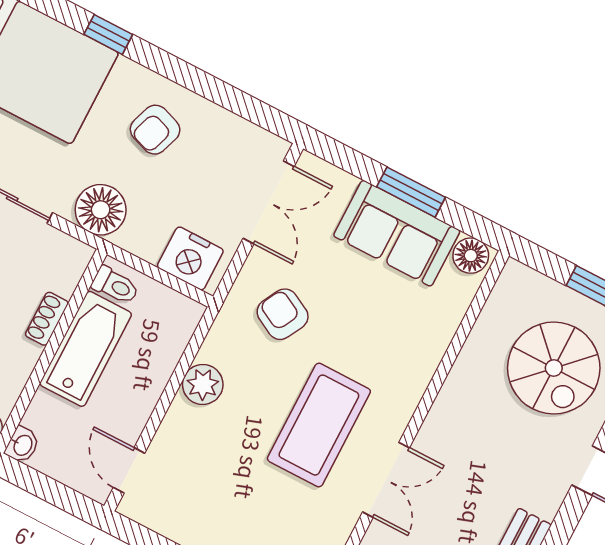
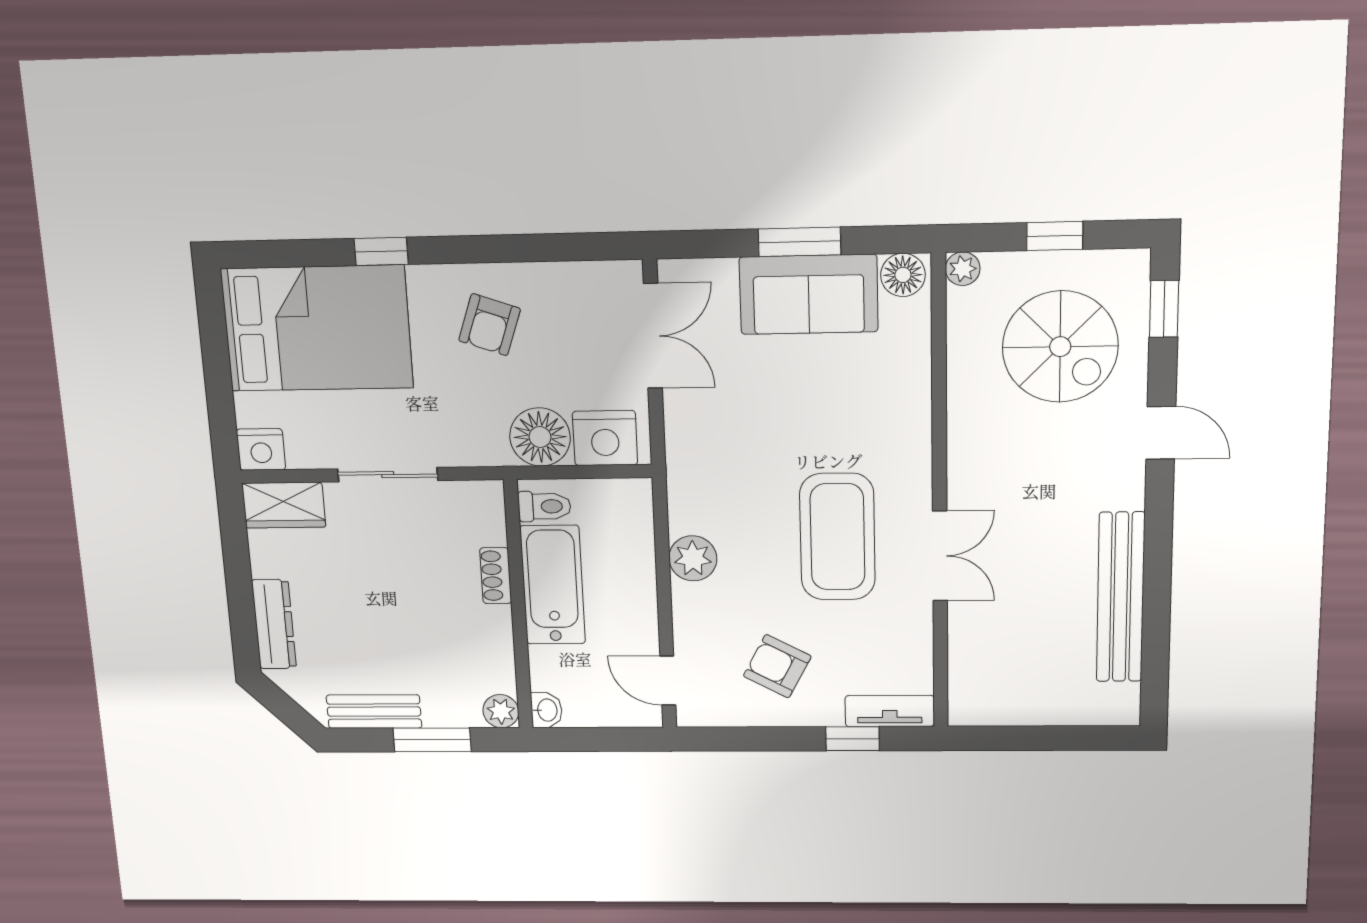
floor lamp: (101, 210) -> (540, 437), moved
plant: (515, 274) -> (963, 269), added
armchair: (283, 314) -> (777, 666), moved

